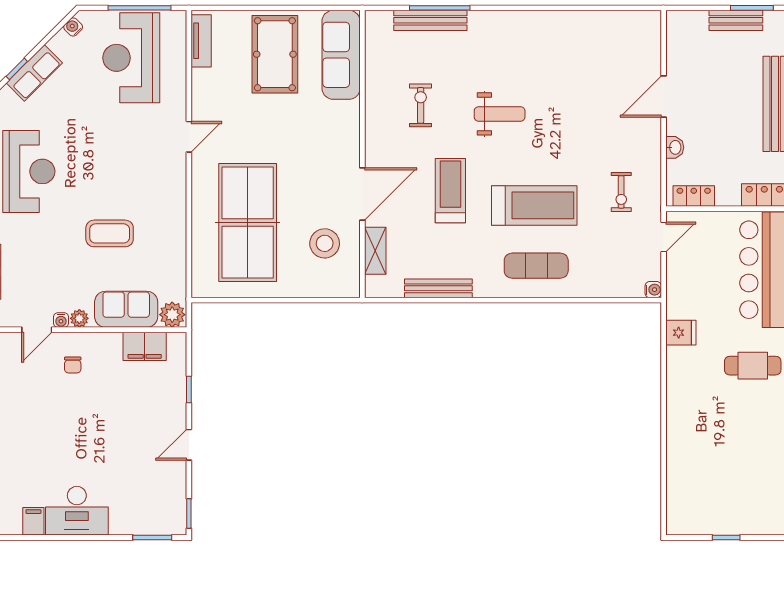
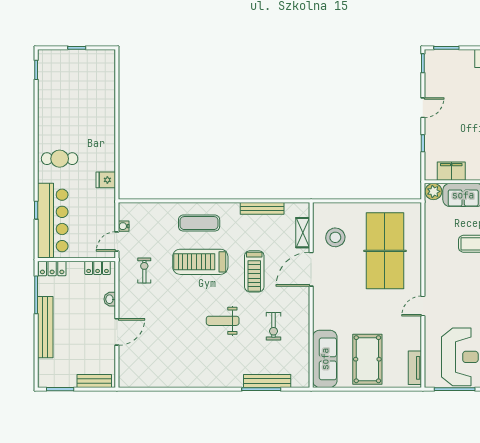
bench: (736, 20) -> (94, 381), moved
water cooler: (653, 290) -> (124, 226), moved

